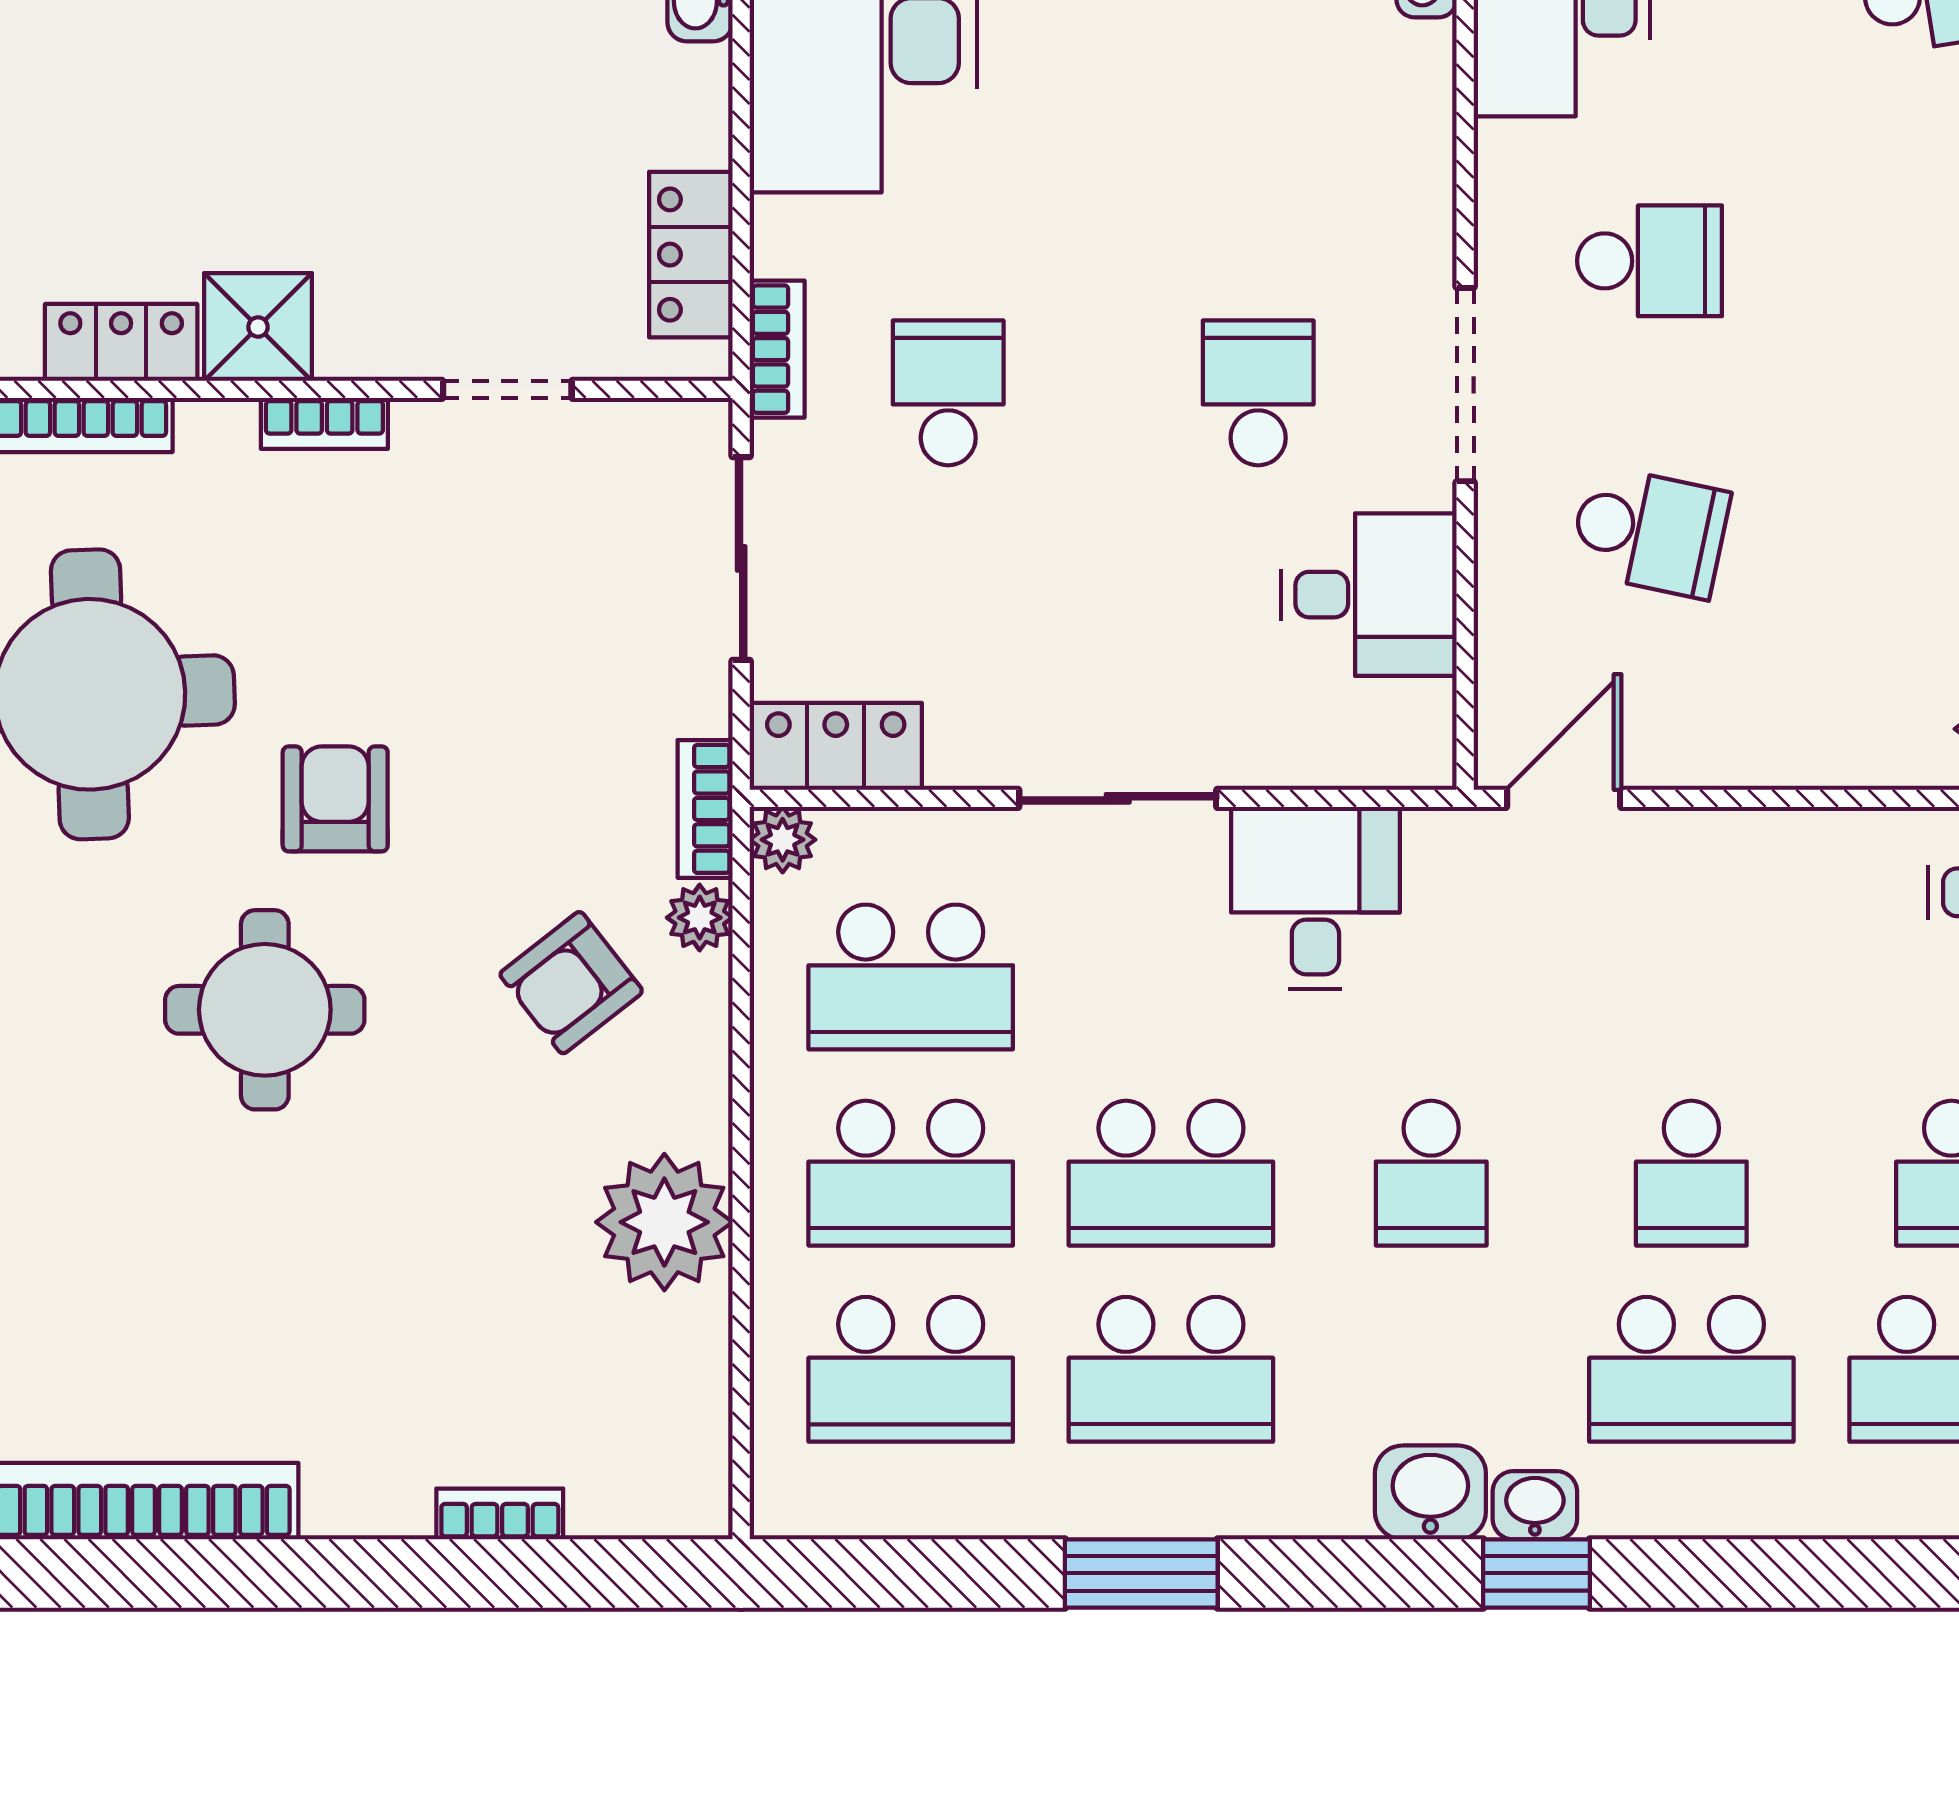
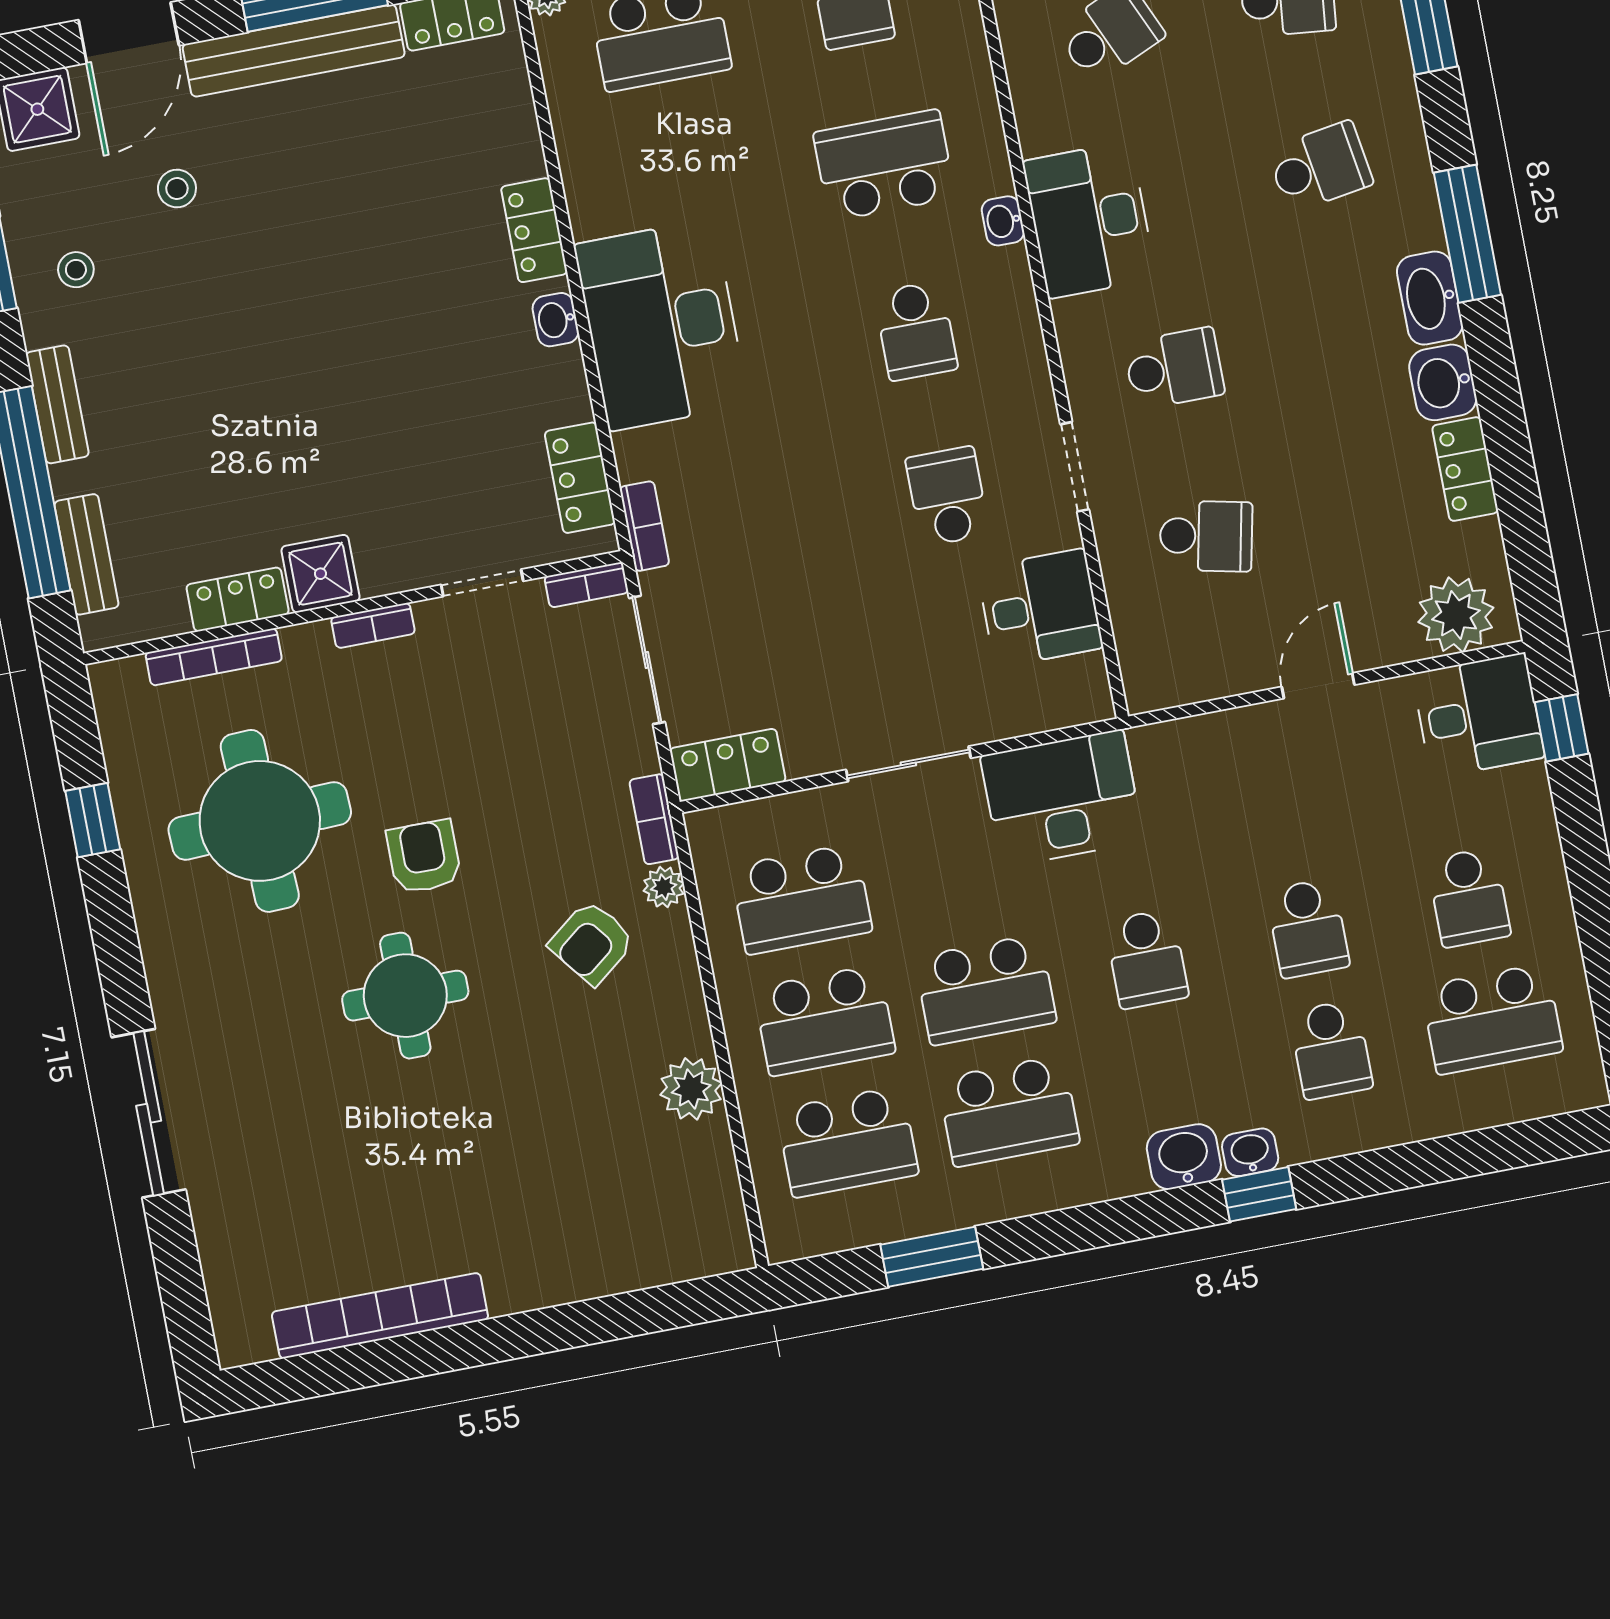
doorway: (1465, 385) -> (1075, 467), width x0.73
school desk: (948, 393) -> (916, 331), moved, turned 180
door: (1564, 798) -> (1318, 686), moved
plant: (783, 840) -> (706, 829), removed
desk: (1315, 898) -> (1062, 798), width x1.37
plant: (664, 1222) -> (691, 1089), width x0.73, depth x0.73
school desk: (1691, 1369) -> (1331, 1050), width x0.54
bookcase: (500, 1514) -> (586, 585), moved, turned 180
window: (1141, 1573) -> (932, 1257), moved

